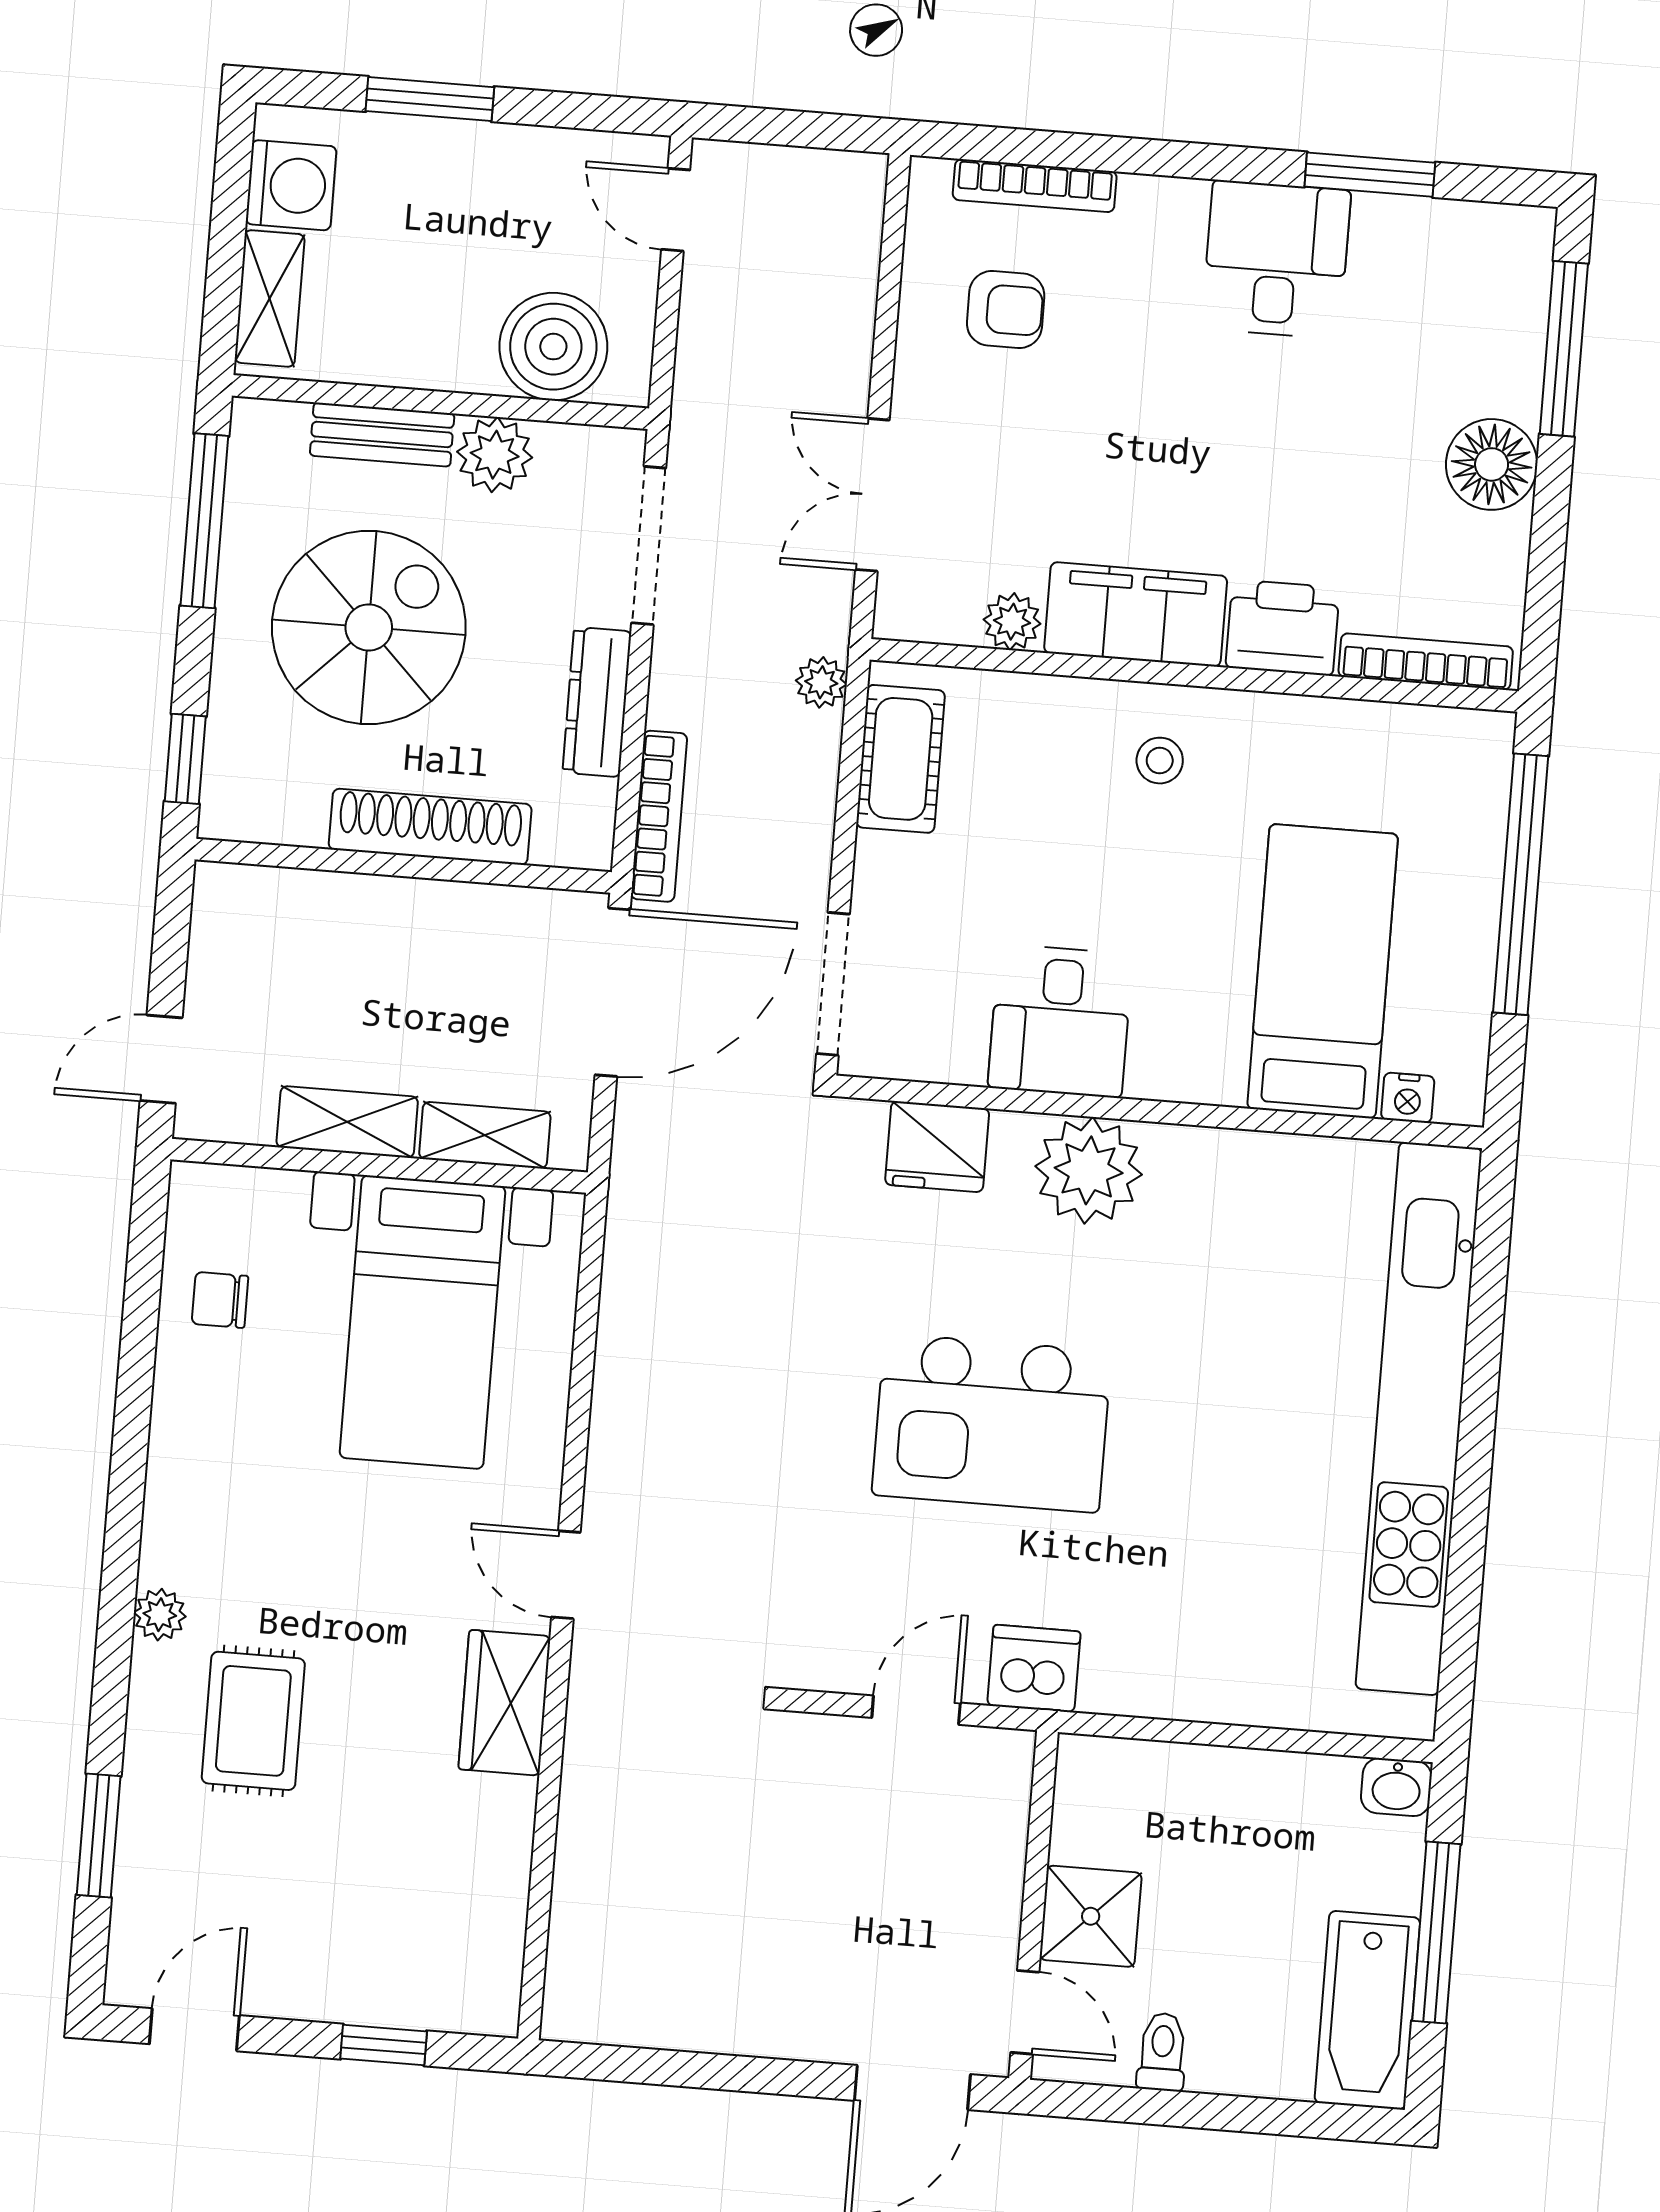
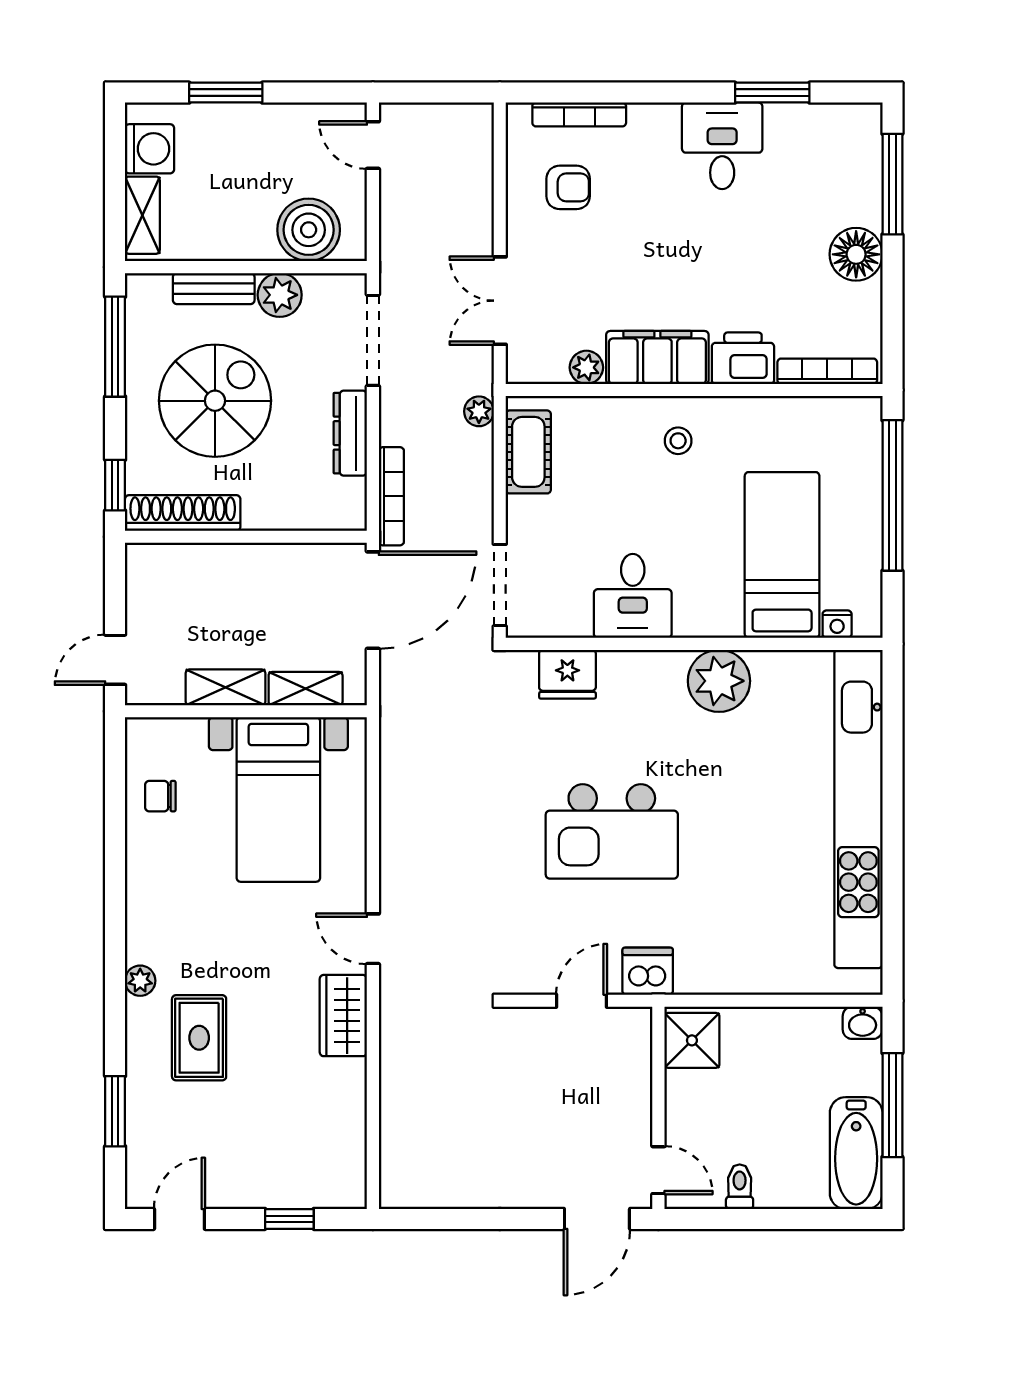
shoe rack: (430, 827) -> (183, 513), moved
plant: (1089, 1170) -> (719, 681), moved
shower: (1091, 1916) -> (692, 1040), moved

